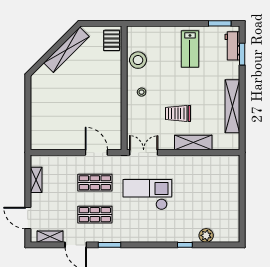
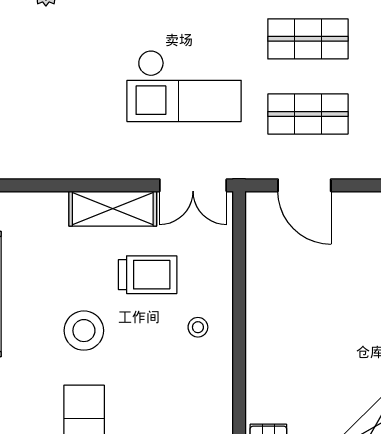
stool: (138, 60) -> (84, 331), moved
trolley: (178, 114) -> (148, 275), moved
shelving: (193, 142) -> (113, 209), moved

